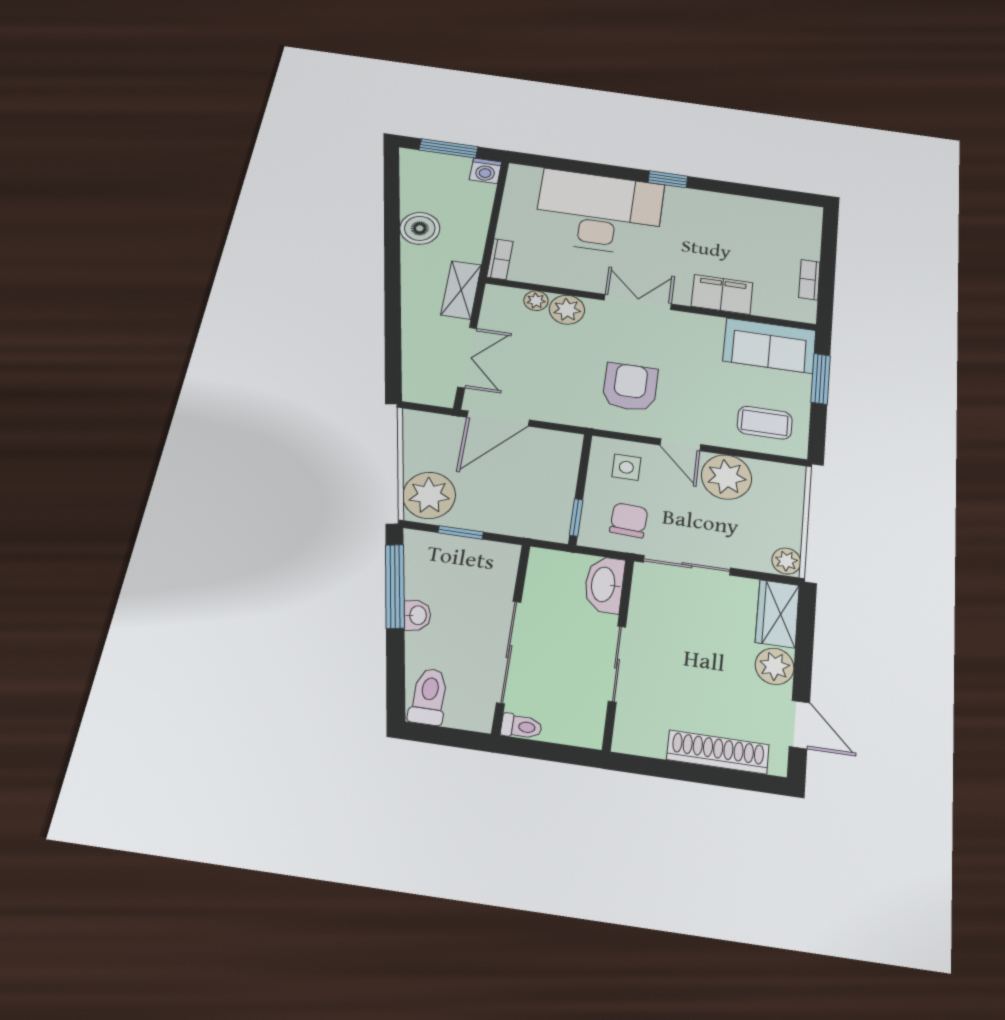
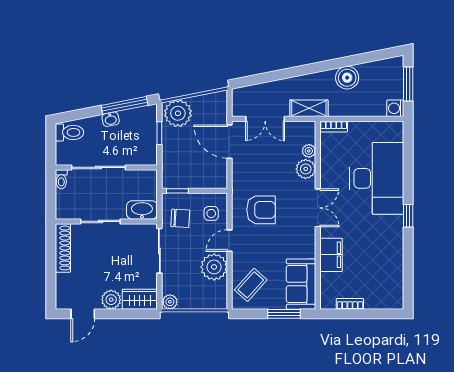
coffee table: (765, 423) -> (251, 285), turned 42
shoe rack: (718, 752) -> (63, 248), moved

